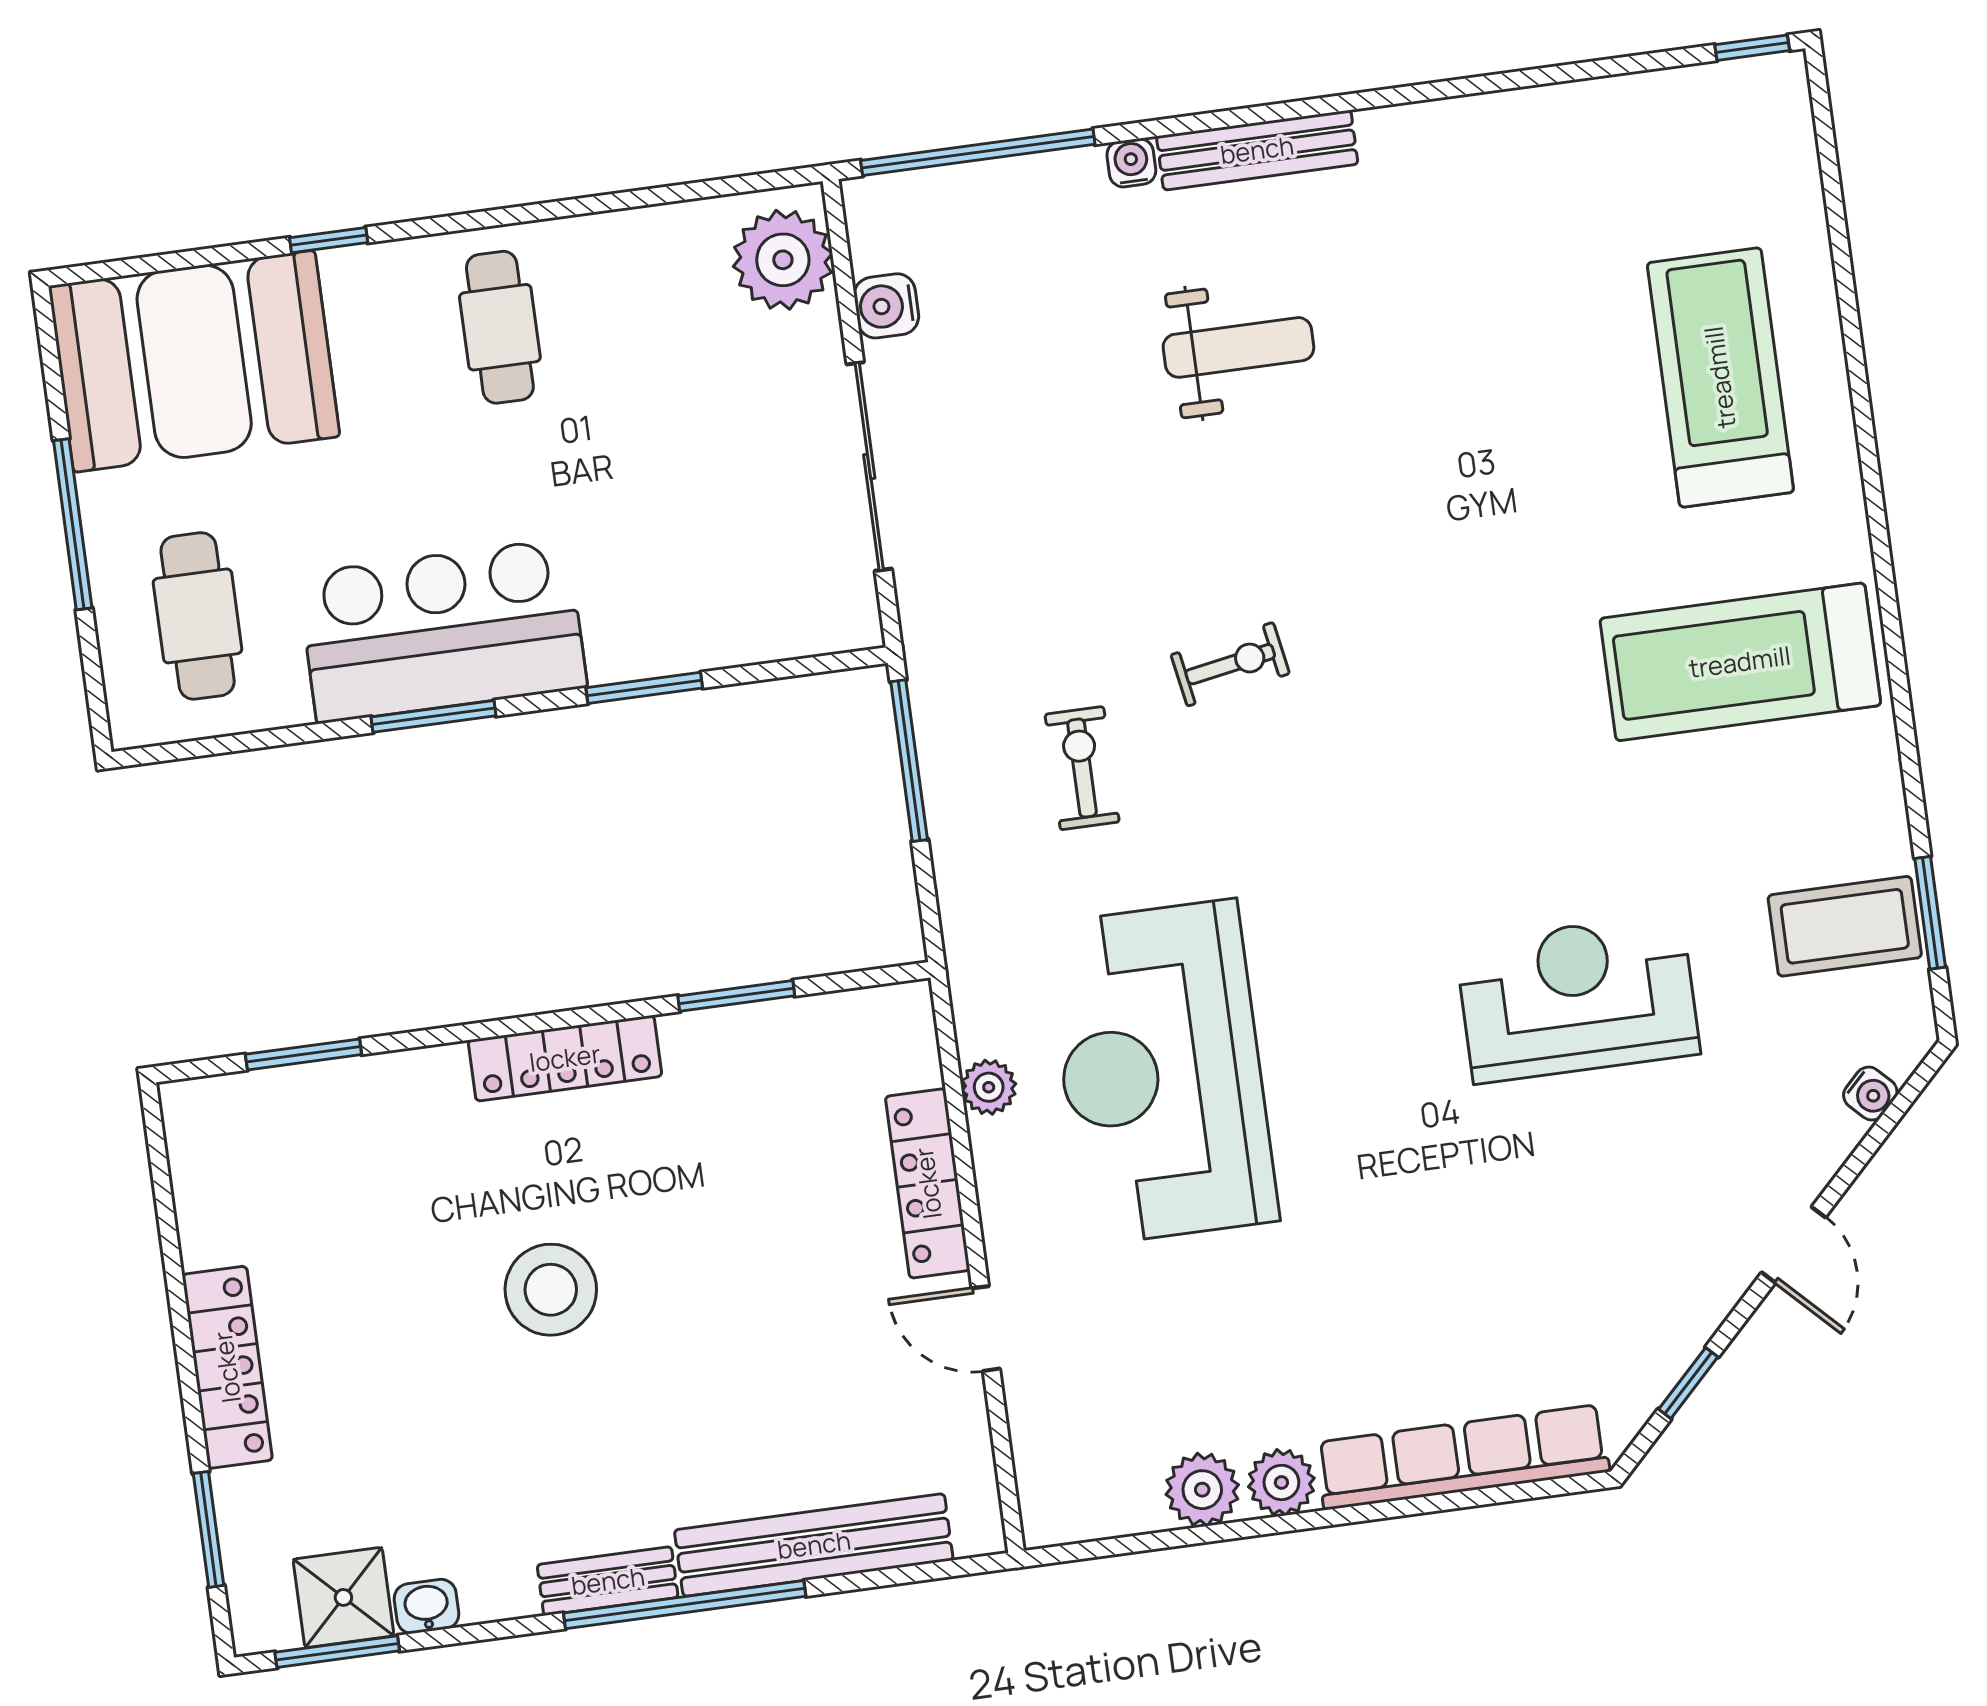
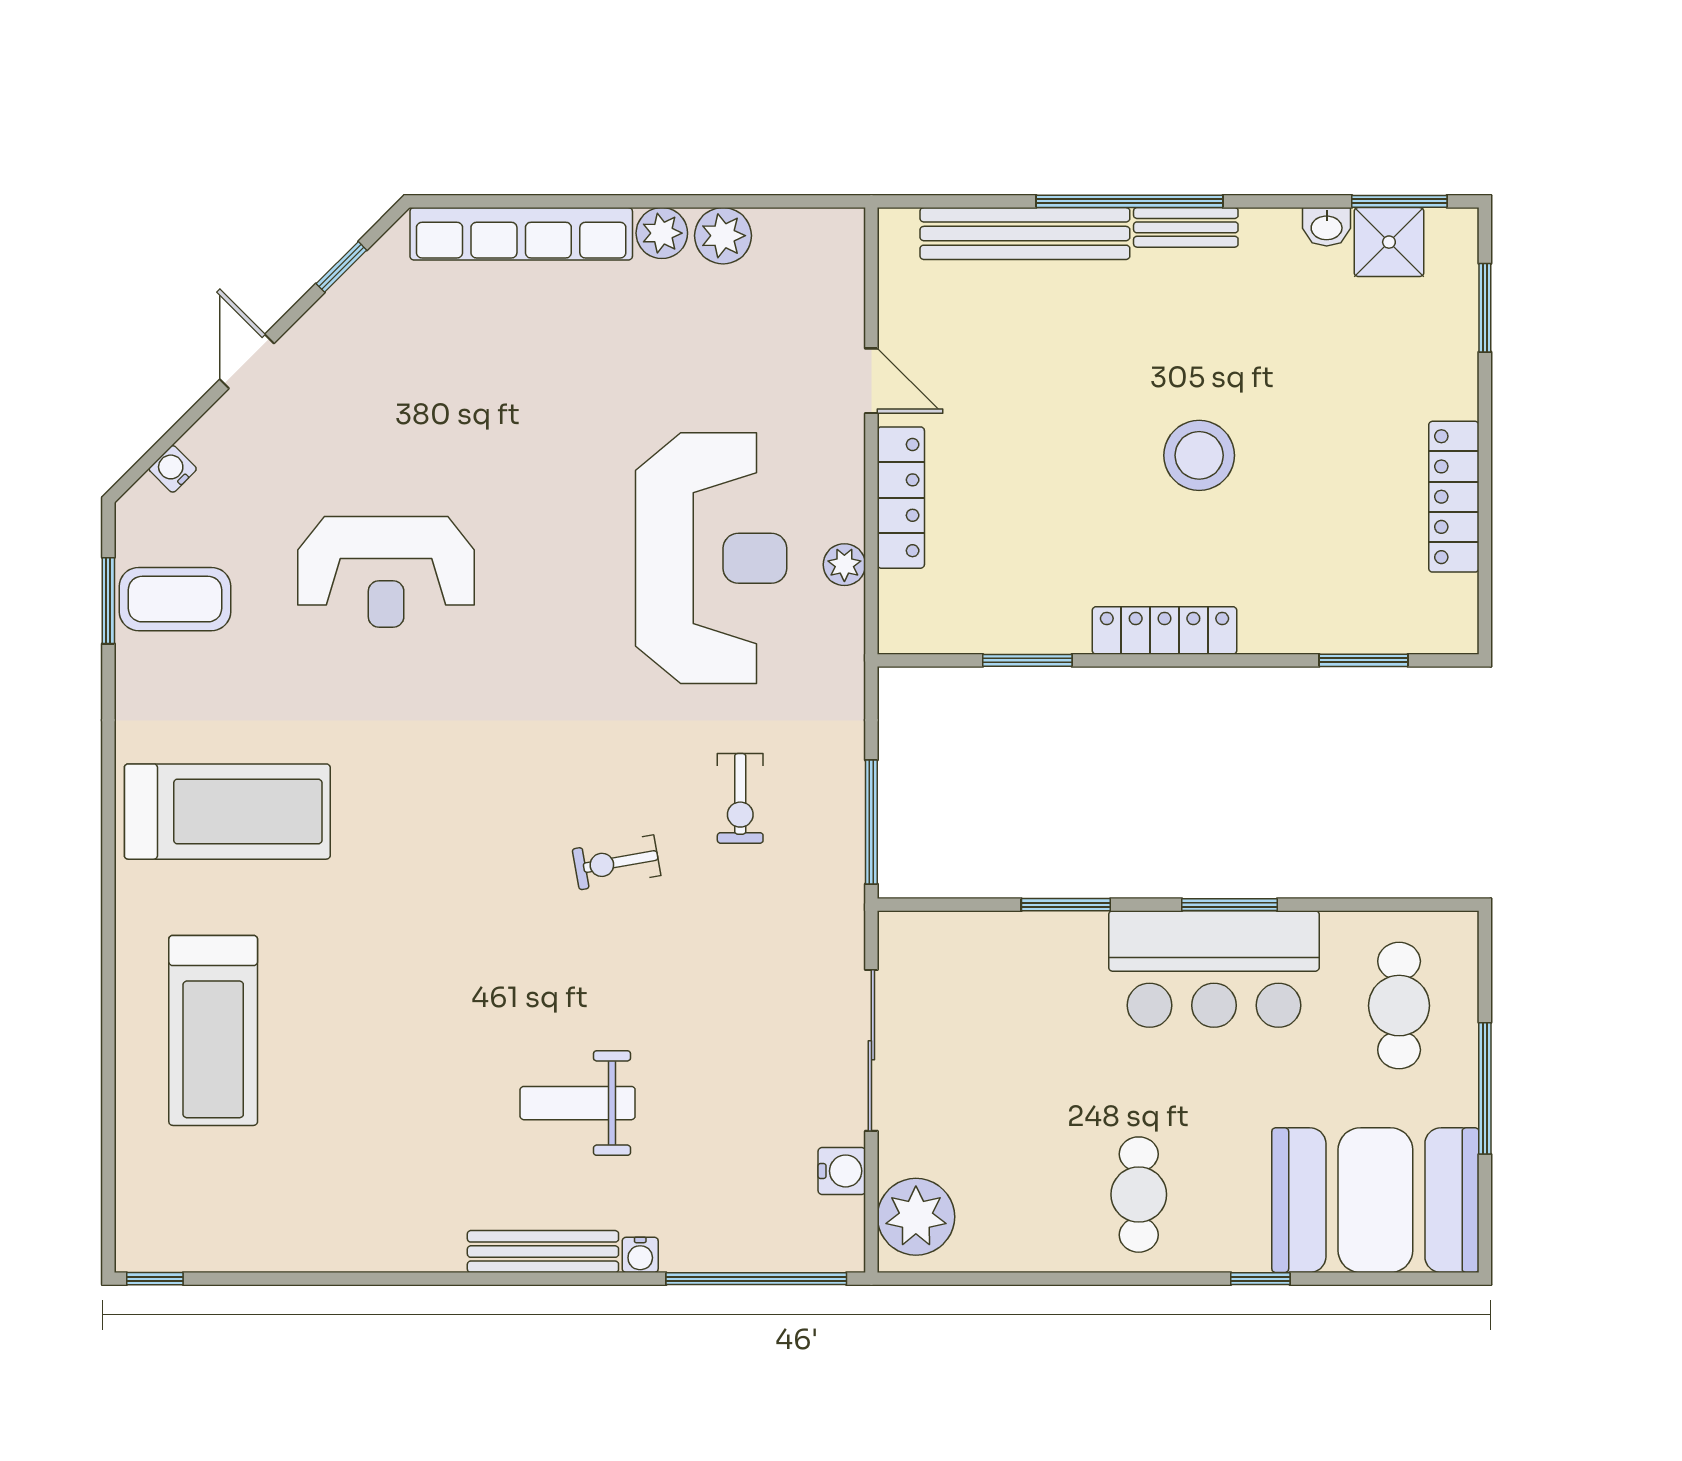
locker: (227, 1367) -> (1454, 497), moved

